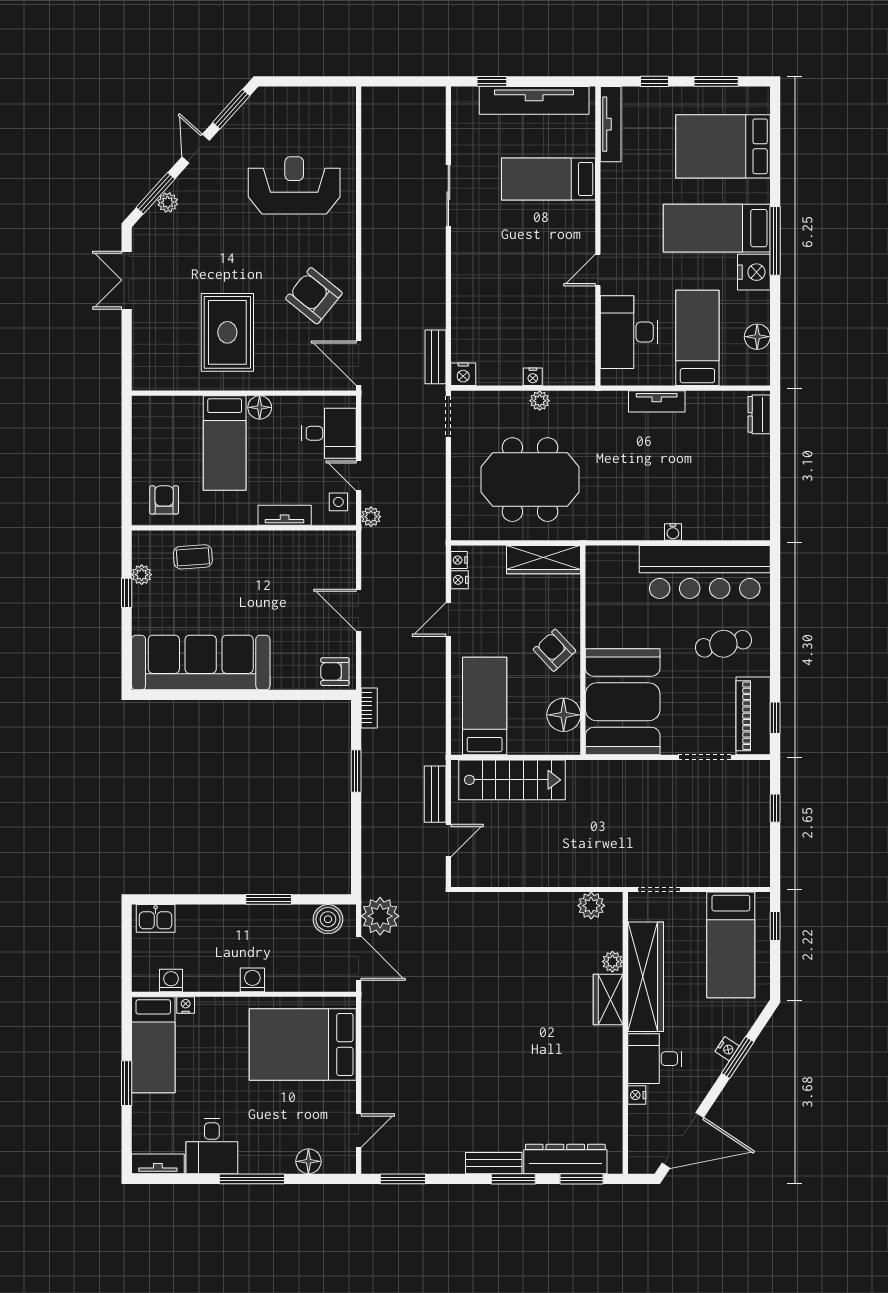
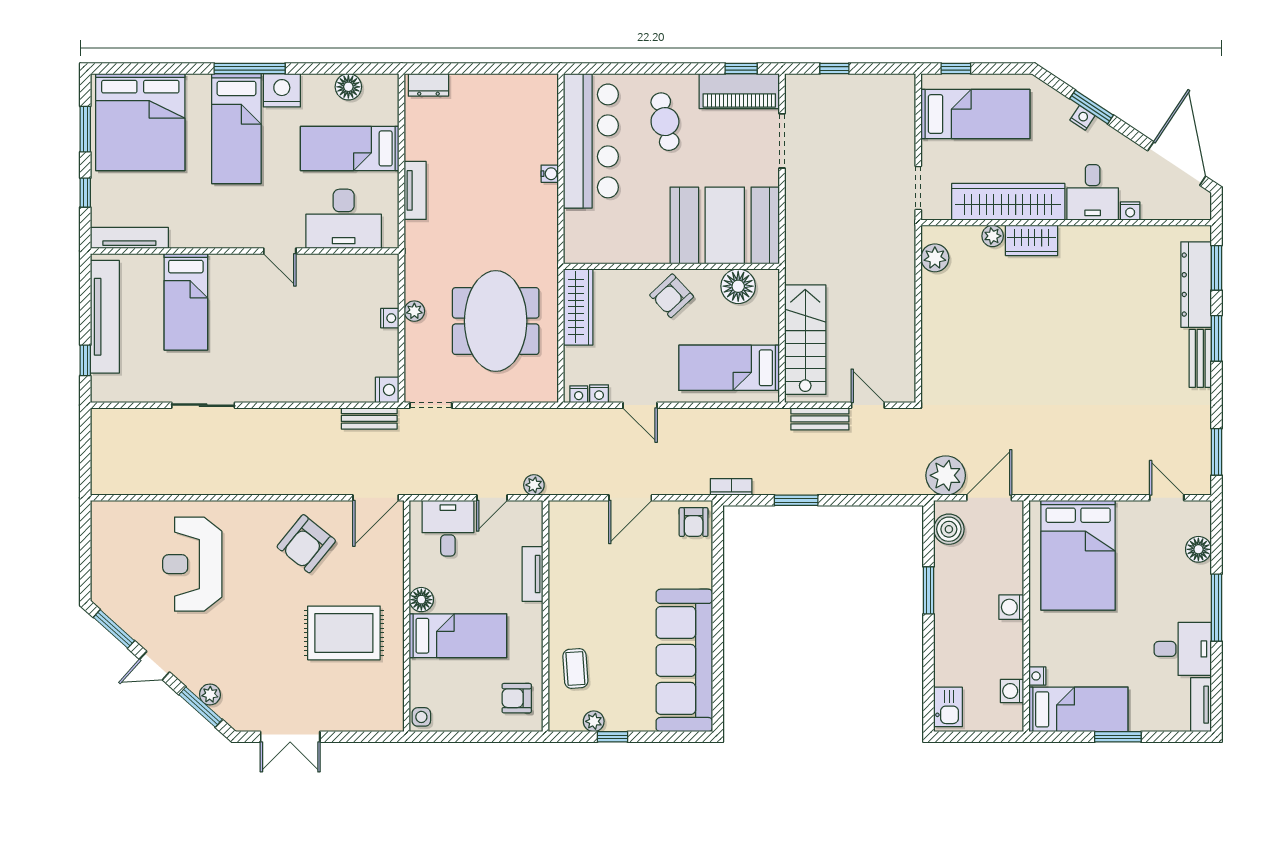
bed: (723, 146) -> (140, 122), width x1.36
side table: (338, 502) -> (421, 717), moved

